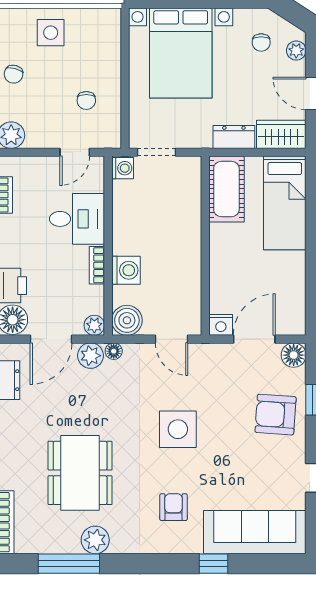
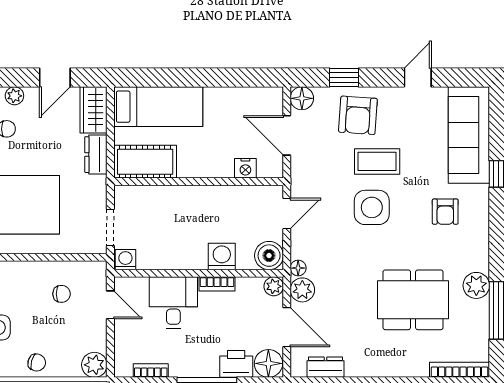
nightstand: (221, 325) -> (245, 168), moved, turned 90
coffee table: (227, 435) -> (377, 161), added
armchair: (174, 507) -> (445, 212), turned -90

